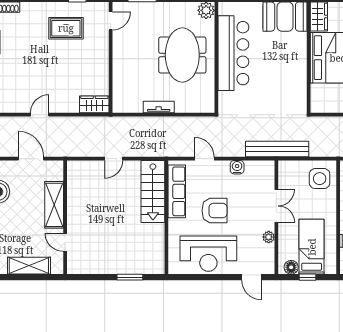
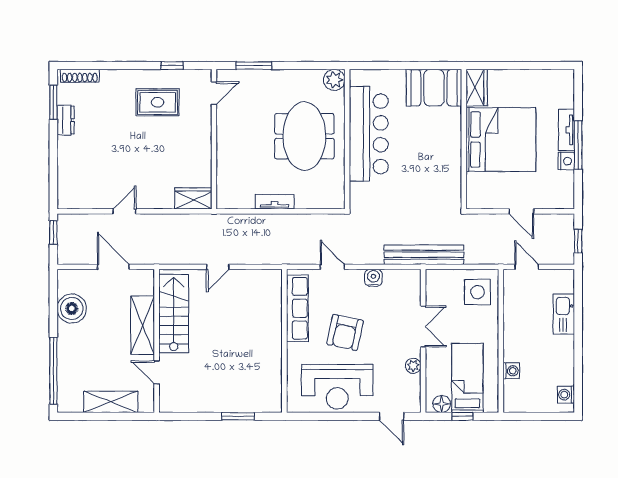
stairs: (153, 192) -> (174, 314), moved, turned 180
armchair: (215, 211) -> (345, 332), turned 102

